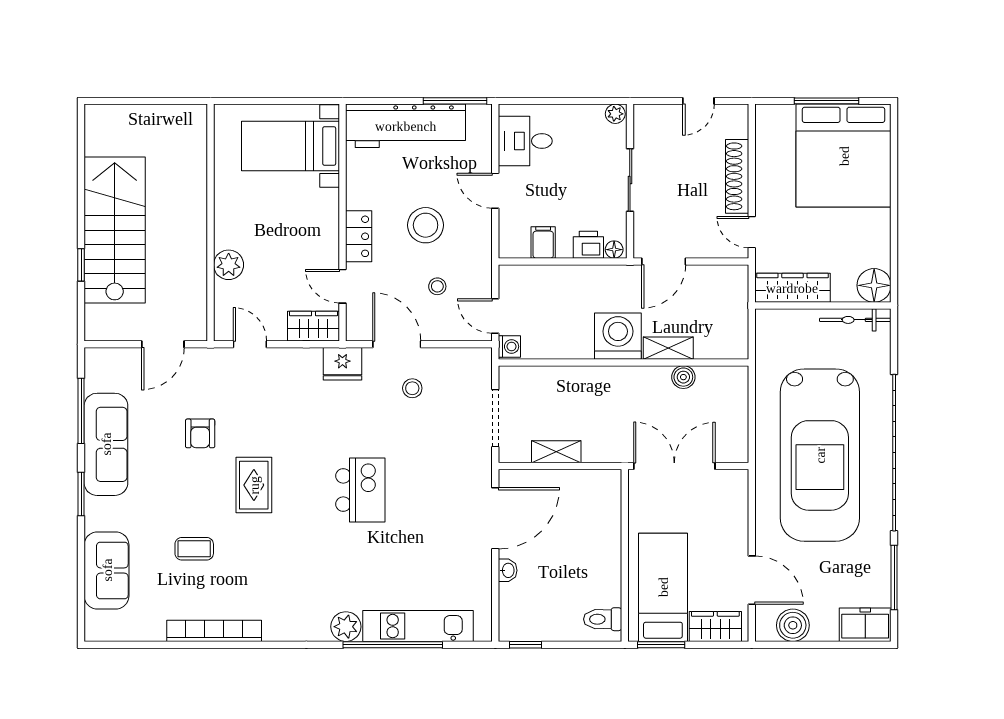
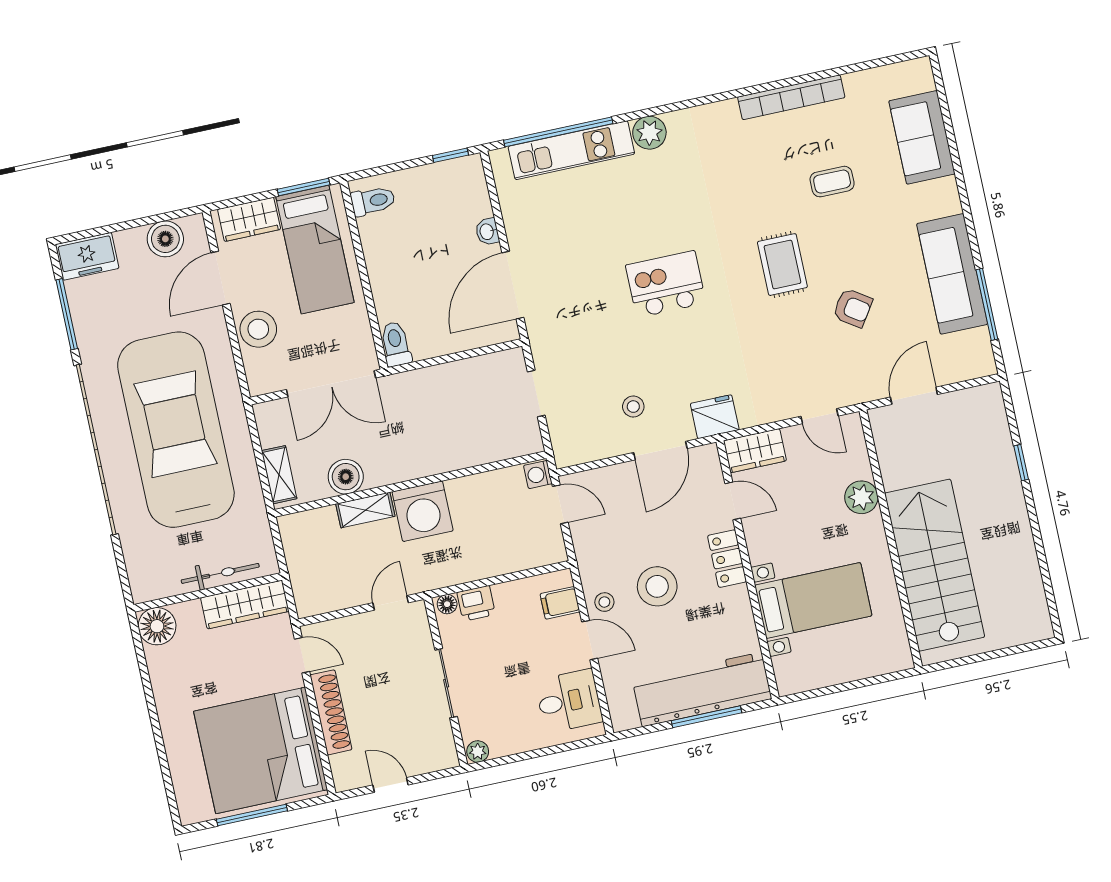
window: (455, 101) -> (707, 717), moved
door: (698, 101) -> (390, 785), hinge flipped
bed with nightstands: (291, 146) -> (813, 601), moved
bed: (844, 156) -> (261, 750), moved, turned -90
stairs: (115, 230) -> (935, 565), moved, turned 180
filing cabinet: (543, 242) -> (560, 603), moved, turned 90
door: (664, 261) -> (391, 603), width x0.73
stool: (437, 286) -> (604, 602), moved
bicycle: (855, 320) -> (220, 573), moved
door: (397, 344) -> (660, 451), hinge flipped
boiler: (683, 377) -> (346, 477), width x1.36, depth x1.36
doorway: (495, 418) -> (536, 394), width x0.73
armchair: (200, 433) -> (853, 308), turned 124
shelving: (556, 452) -> (279, 475), moved, turned 90
toilet: (610, 489) -> (396, 344), added
kitchen island: (360, 490) -> (666, 284), turned 90
window: (81, 494) -> (967, 214), removed
stool: (728, 528) -> (258, 329), added
door: (752, 580) -> (221, 278), hinge flipped
window: (393, 645) -> (558, 132), moved

